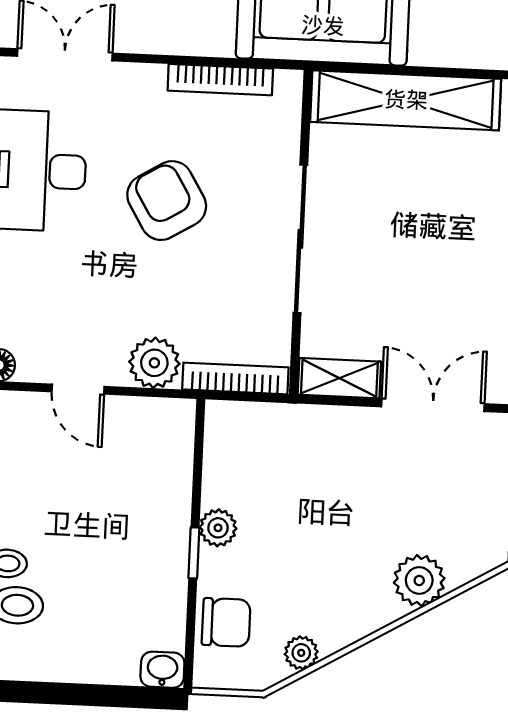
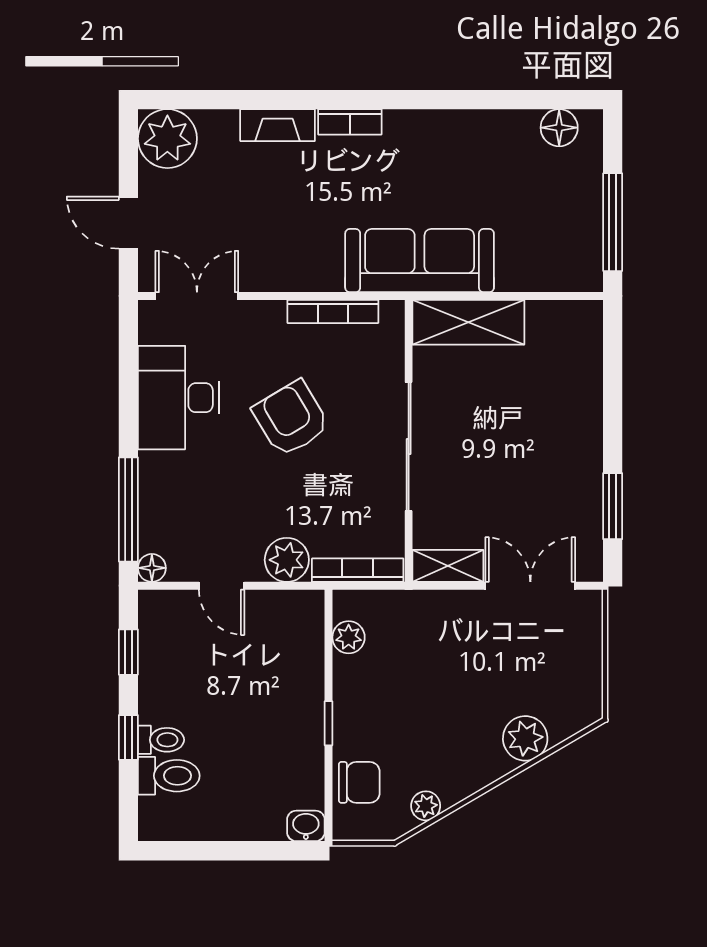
shelving: (406, 100) -> (468, 322), width x0.68
plant: (218, 528) -> (349, 637), moved

